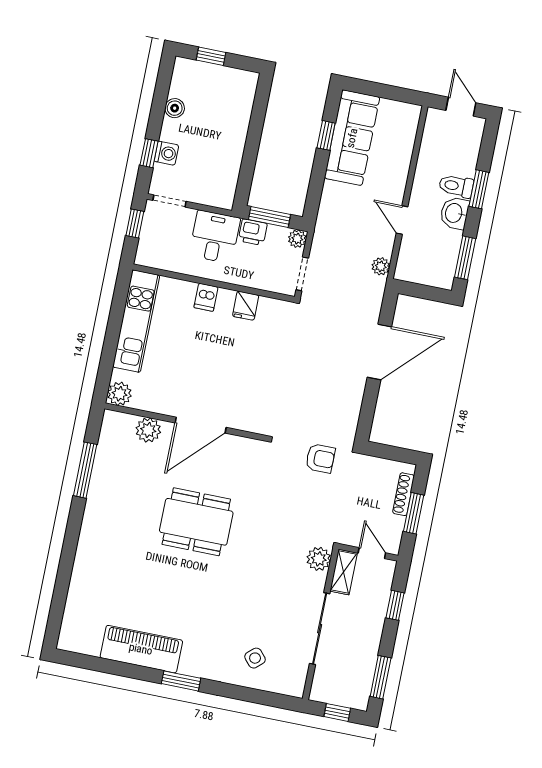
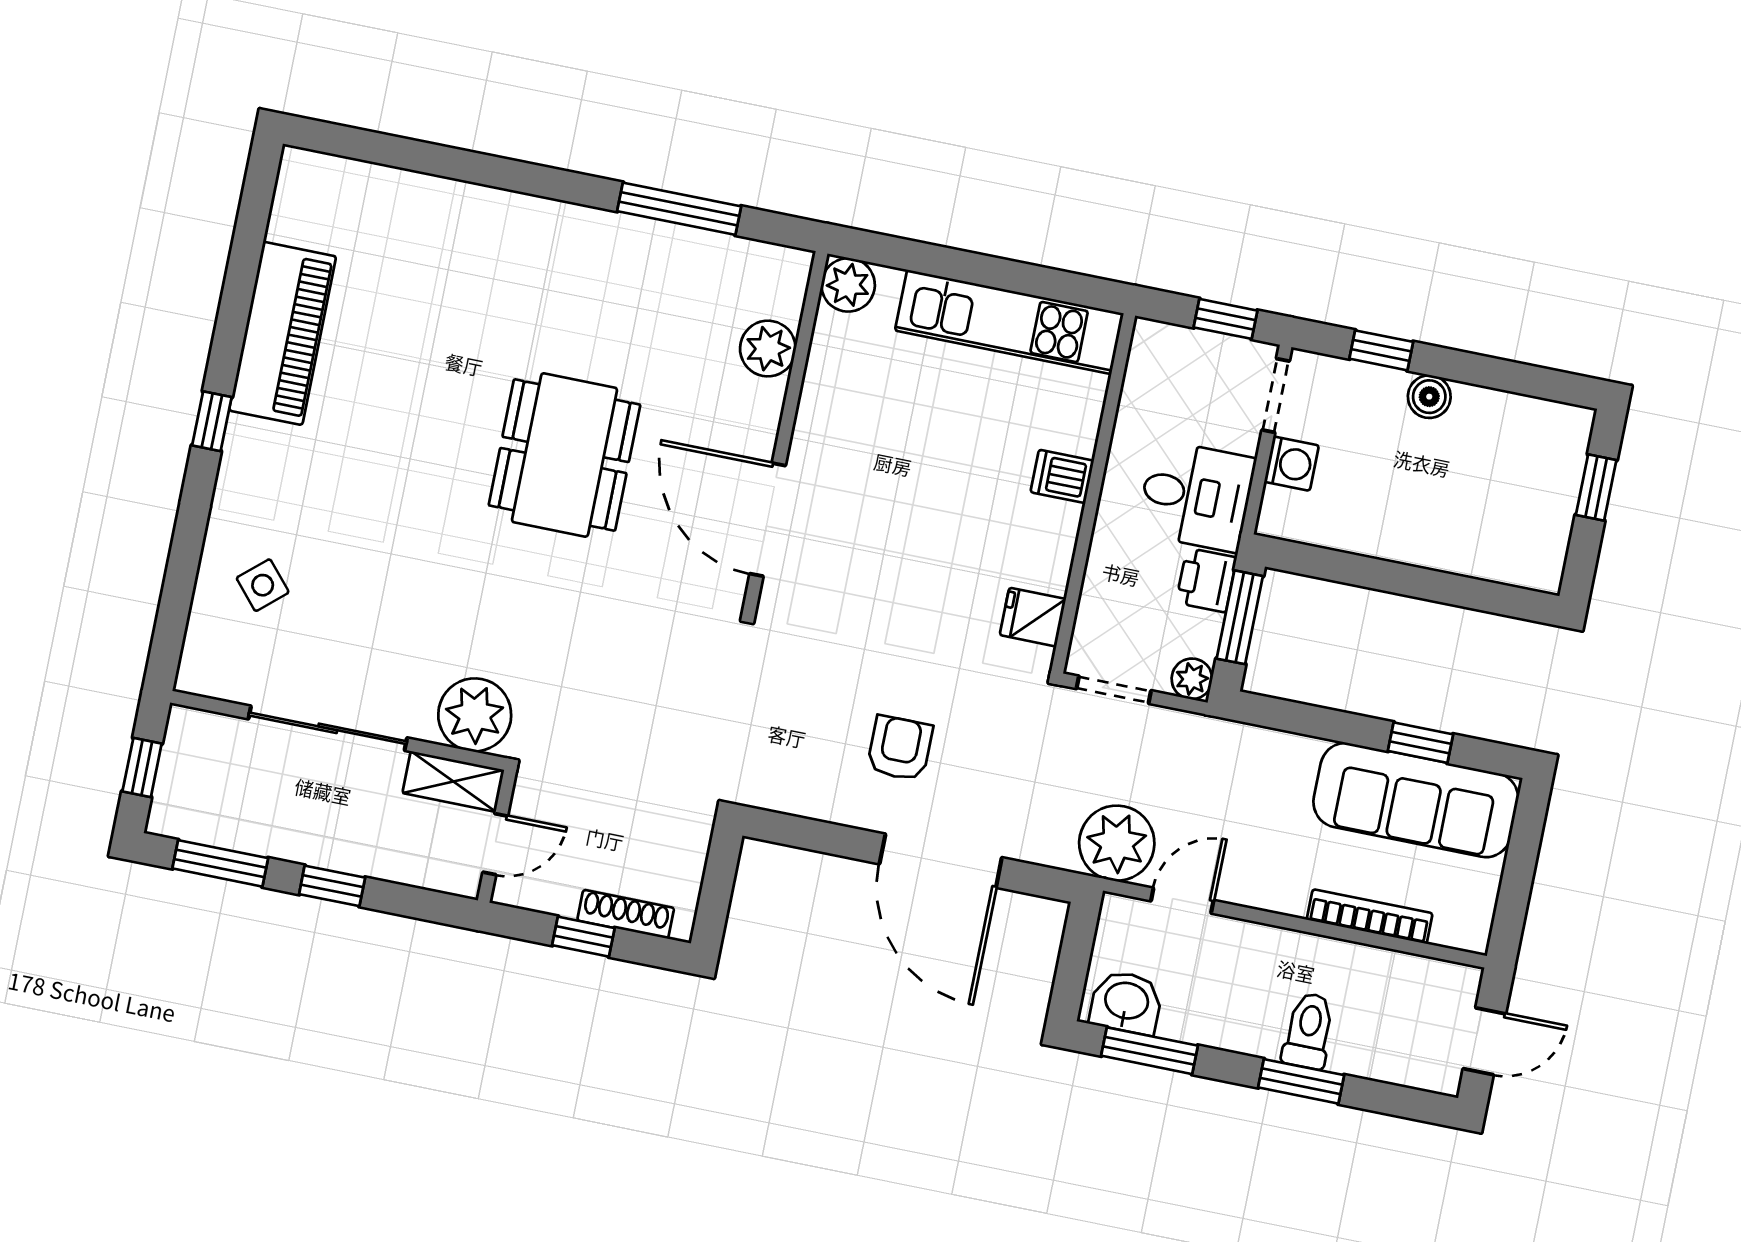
boiler: (175, 108) -> (1429, 397), moved
washing machine: (166, 153) -> (1292, 464), moved, turned -90
bookcase: (405, 158) -> (1370, 916), added
washbasin: (454, 213) -> (1126, 1002), moved
door: (402, 220) -> (1182, 901), moved
plant: (381, 266) -> (1117, 843), width x1.87, depth x1.87
fridge: (246, 306) -> (1033, 617), moved
door: (201, 425) -> (768, 520), moved
armchair: (320, 458) -> (900, 748), moved, turned 180
window: (414, 513) -> (583, 937), width x0.67
plant: (319, 559) -> (475, 715), width x1.36, depth x1.36
window: (395, 605) -> (332, 886), moved
window: (181, 681) -> (212, 421), width x0.67

